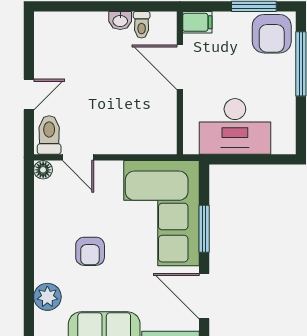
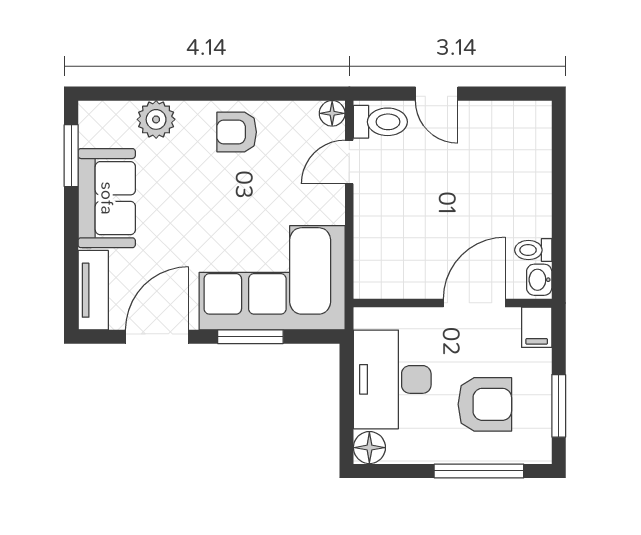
washbasin: (120, 20) -> (539, 280), moved
armchair: (272, 34) -> (485, 404), moved, turned 180
floor lamp: (284, 143) -> (369, 448), added
armchair: (90, 251) -> (237, 132), moved

